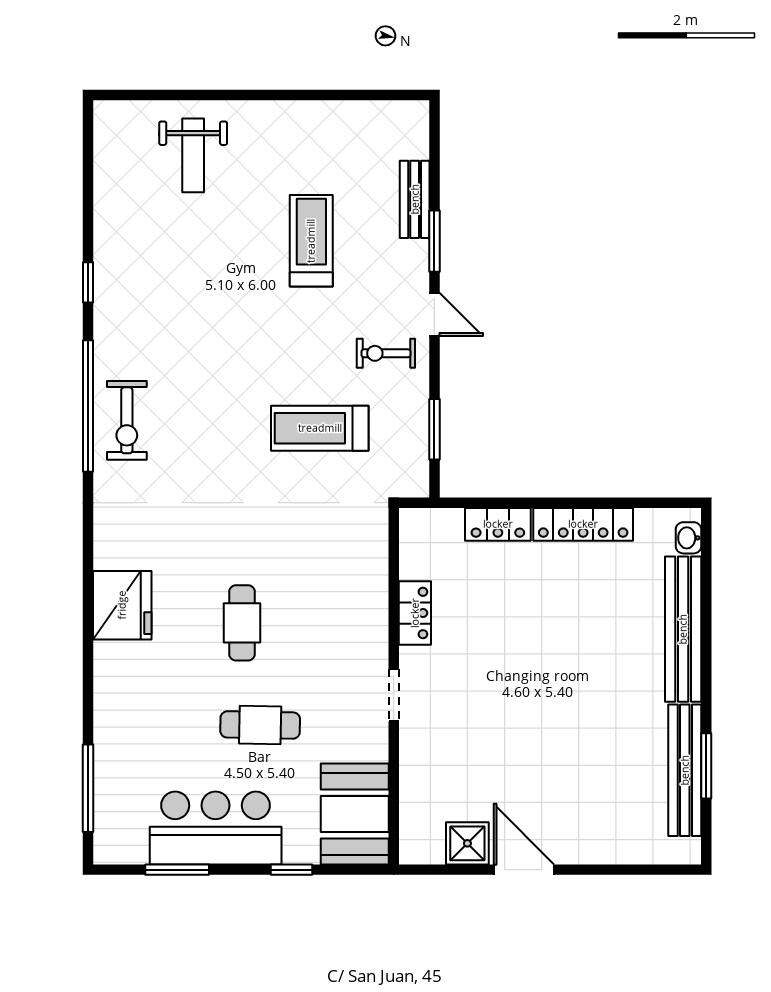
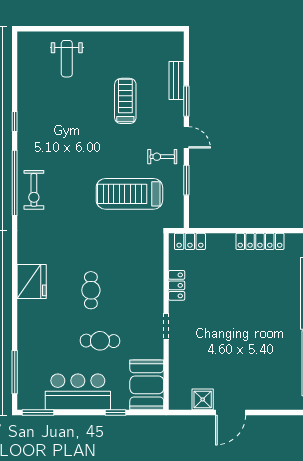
treadmill: (320, 428) -> (129, 194), width x1.37, depth x1.38
window: (434, 429) -> (186, 180), moved
locker: (498, 524) -> (190, 241), moved
window: (177, 870) -> (38, 412), moved
door: (524, 870) -> (231, 412), swing flipped

